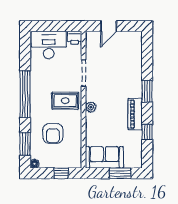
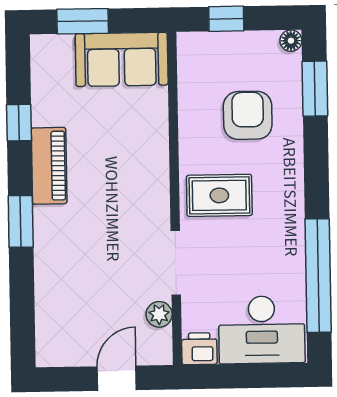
window: (25, 94) -> (318, 276), moved
plant: (91, 107) -> (159, 314), moved

